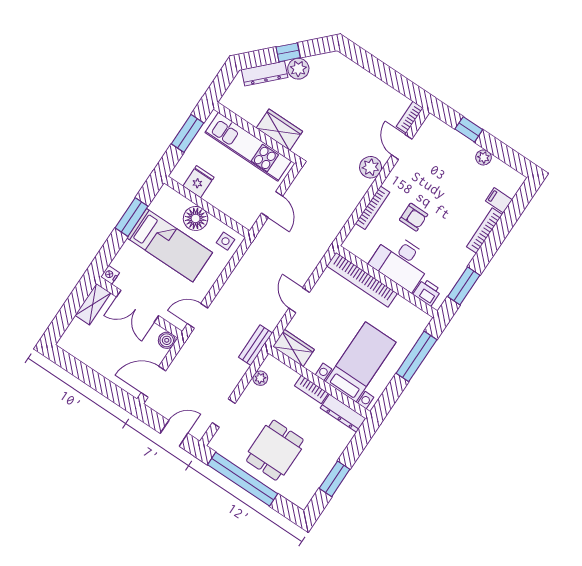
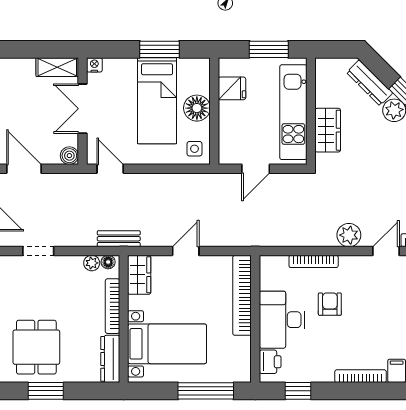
armchair: (414, 217) -> (330, 304), turned 180
window: (464, 286) -> (298, 391), width x0.67
floor lamp: (268, 365) -> (108, 262), added
bookcase: (311, 389) -> (112, 306), width x1.56
dining table: (275, 450) -> (36, 347), moved, turned 90

